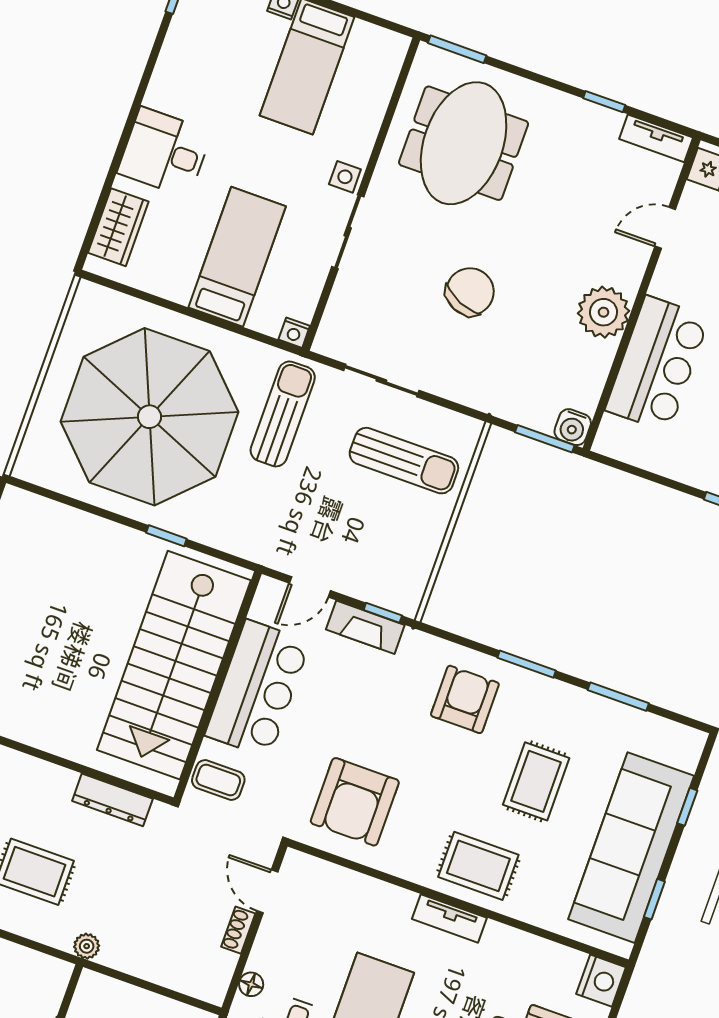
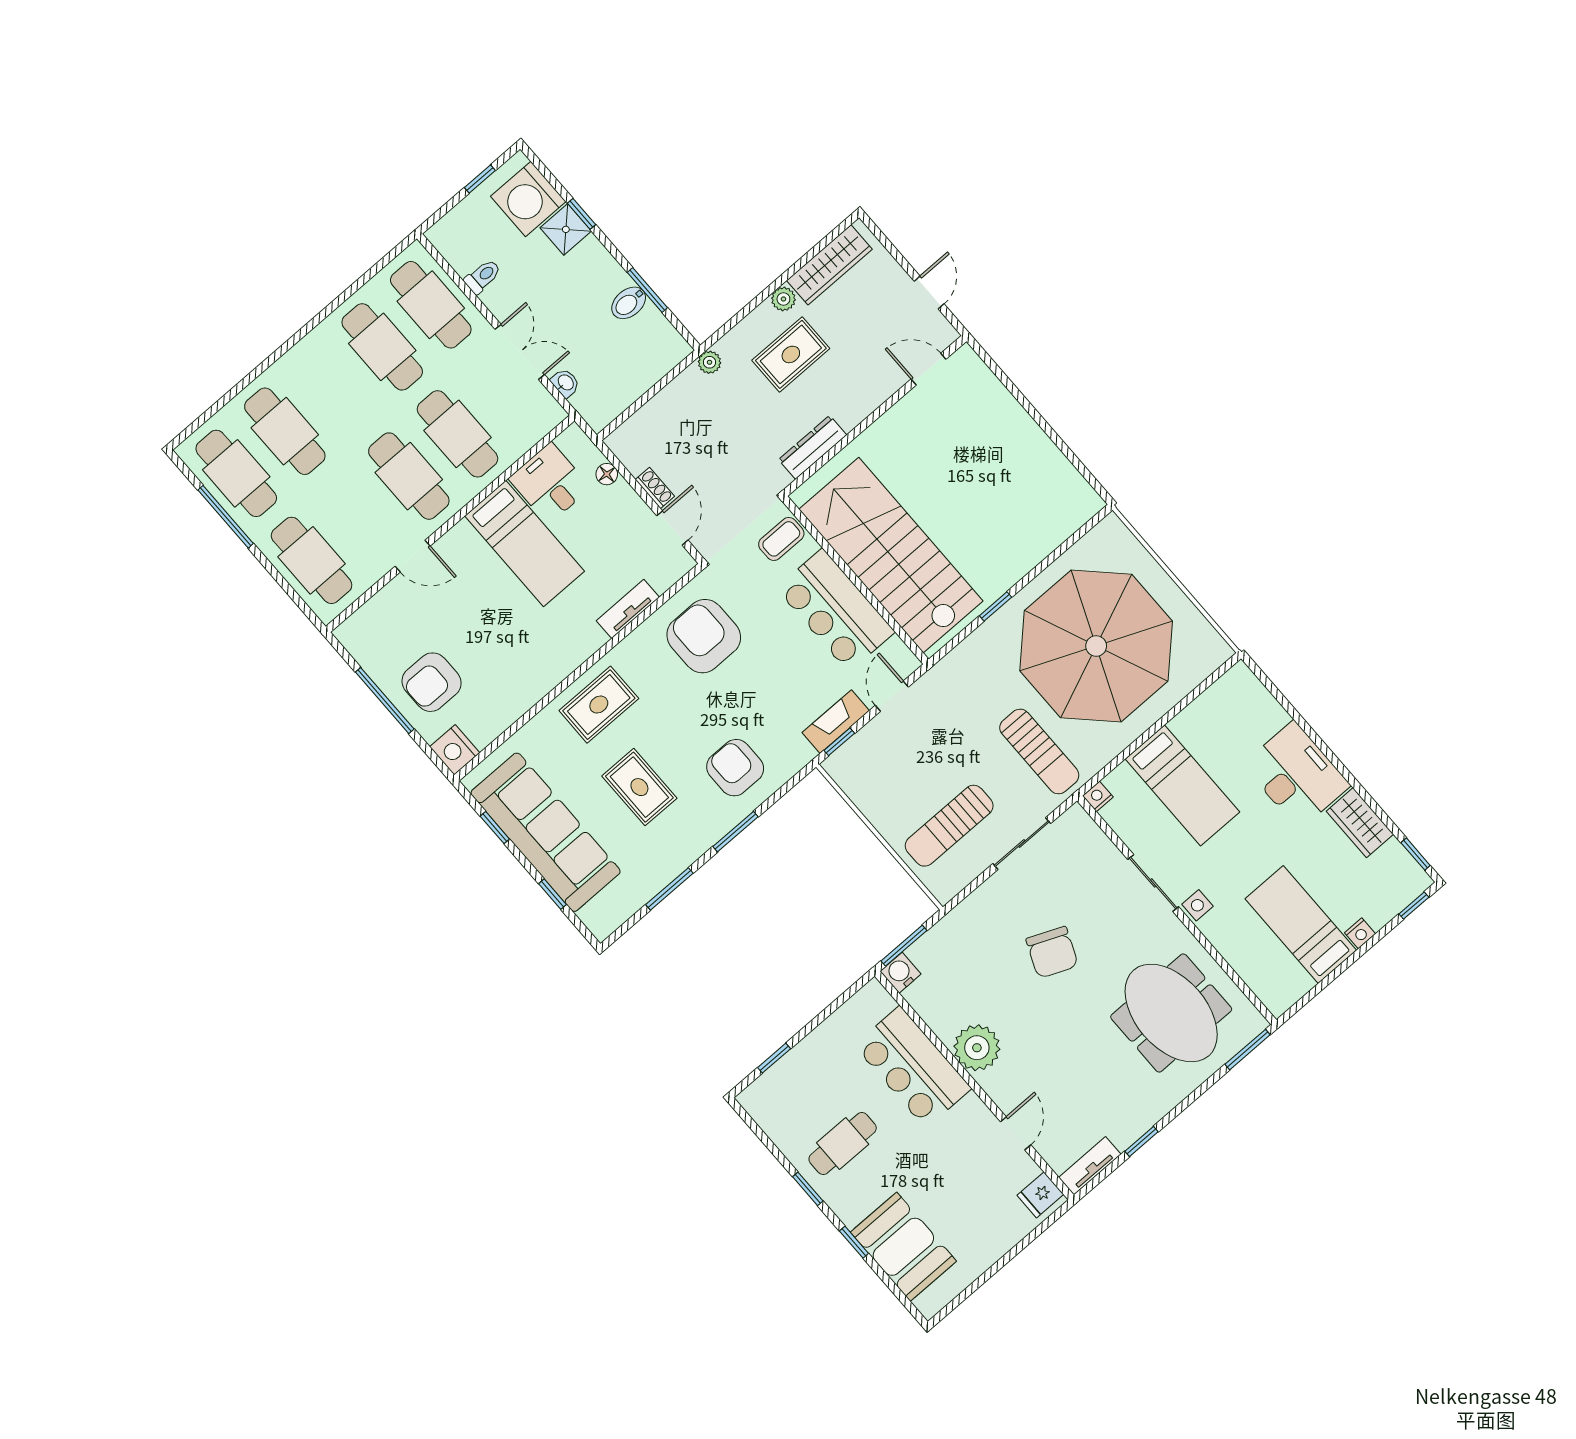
desk: (165, 152) -> (1296, 775), width x1.37
wardrobe: (118, 227) -> (1360, 823), moved
armchair: (465, 699) -> (735, 768), turned 180
door: (267, 891) -> (672, 528), hinge flipped
tv unit: (449, 918) -> (628, 609), moved

